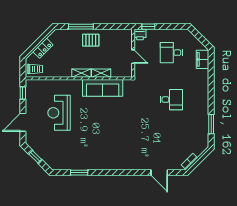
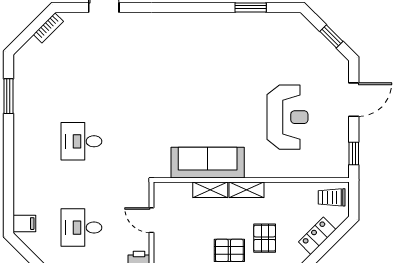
pallet: (72, 47) -> (265, 238), added
desk: (171, 53) -> (81, 228), turned 180
filing cabinet: (202, 59) -> (24, 224), width x0.50

